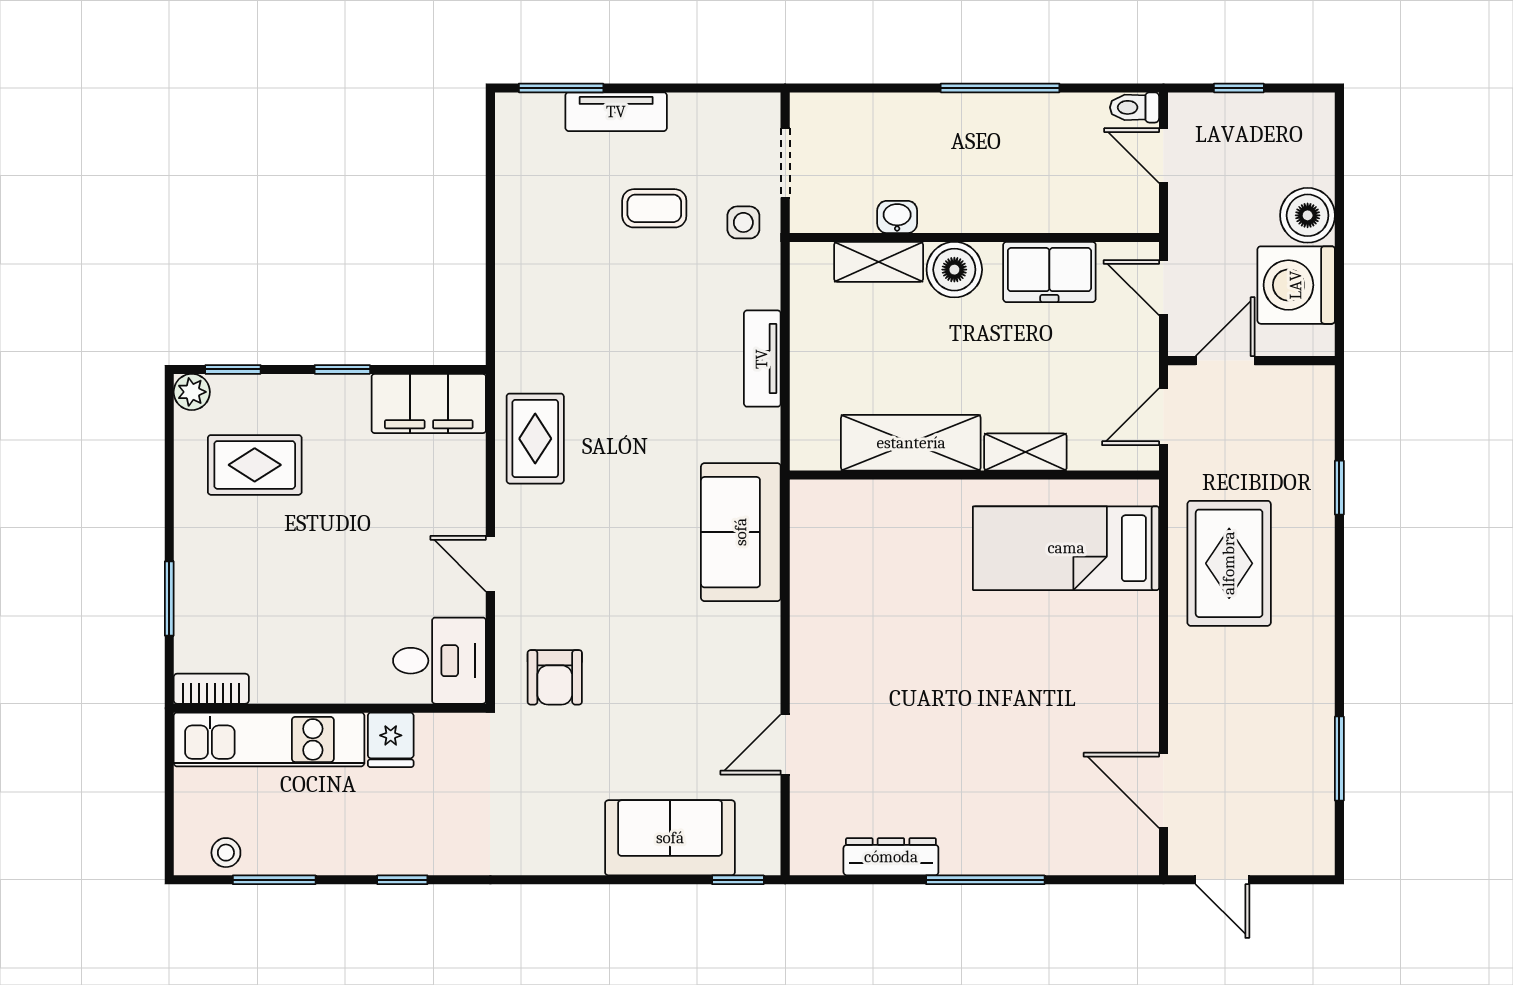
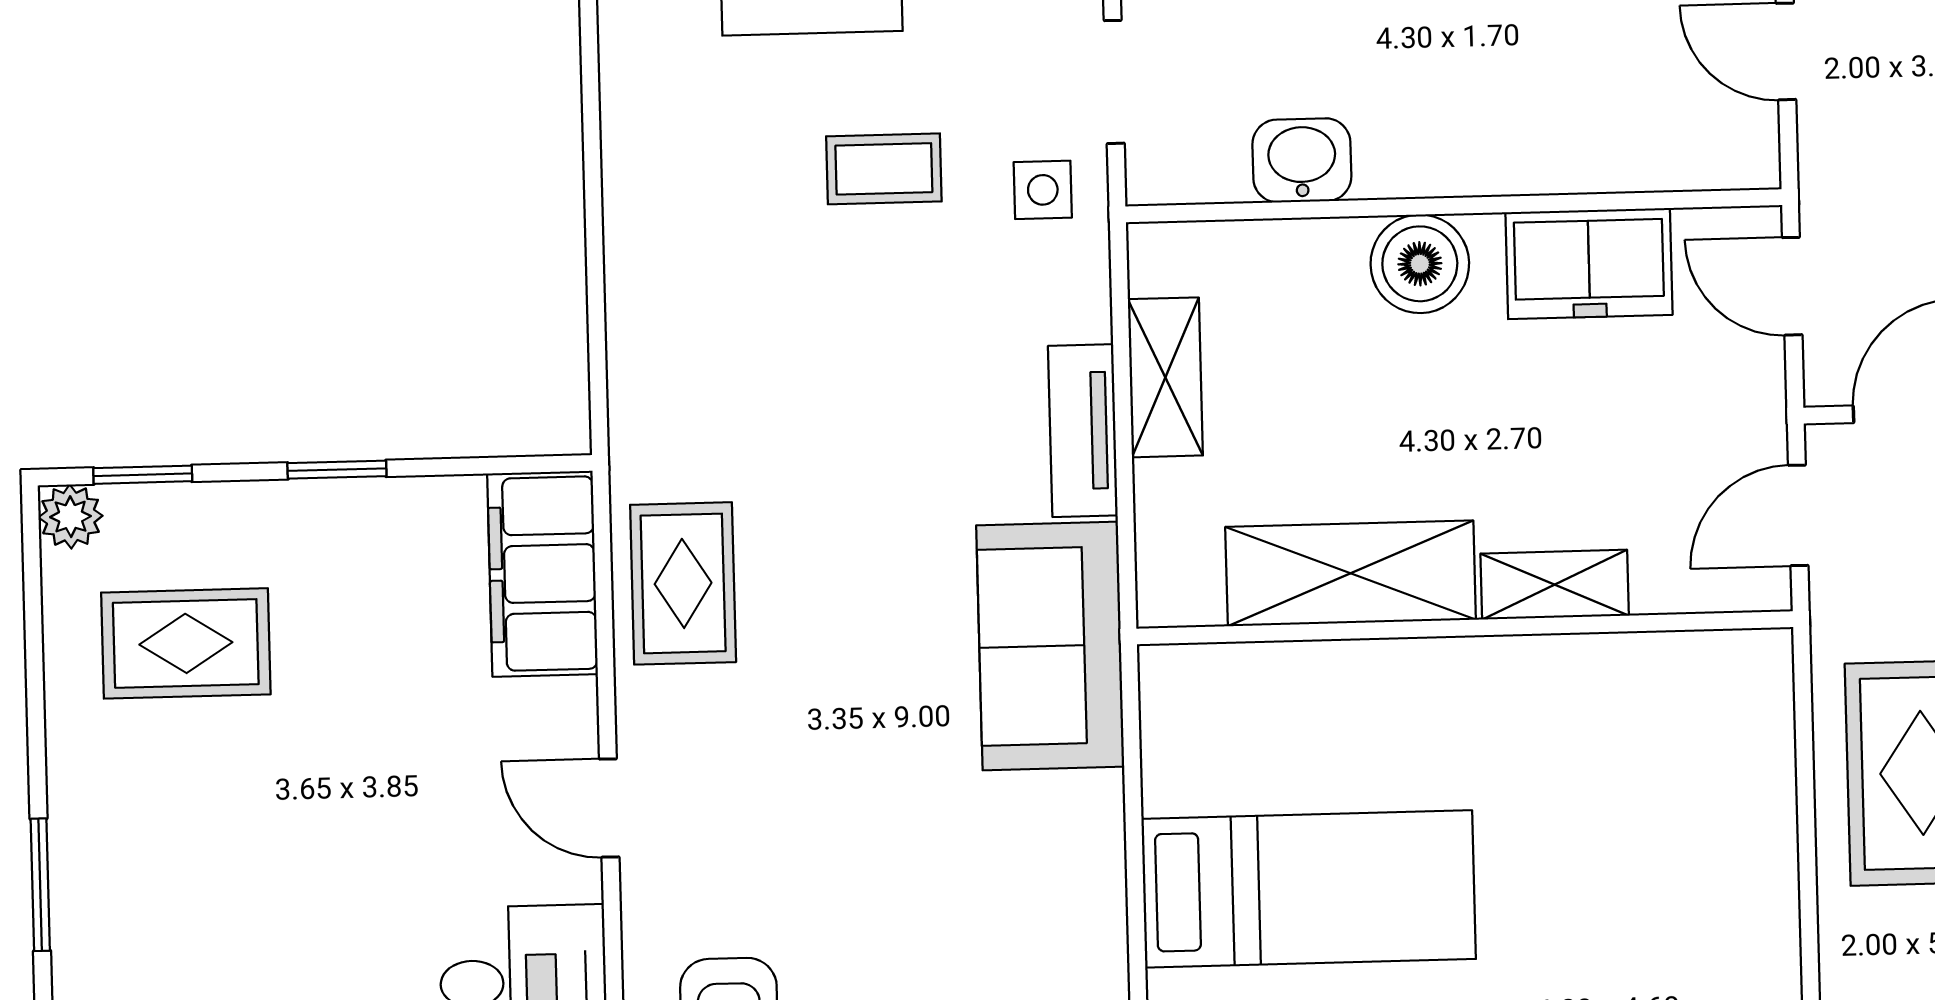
washbasin: (897, 217) -> (1302, 160), width x1.38, depth x1.45
shelving: (879, 262) -> (1165, 377), moved, turned 90
filing cabinet: (429, 404) -> (542, 574), moved, turned 90
sofa: (741, 532) -> (1050, 646), moved
bed: (1066, 548) -> (1309, 889), moved, turned 180

